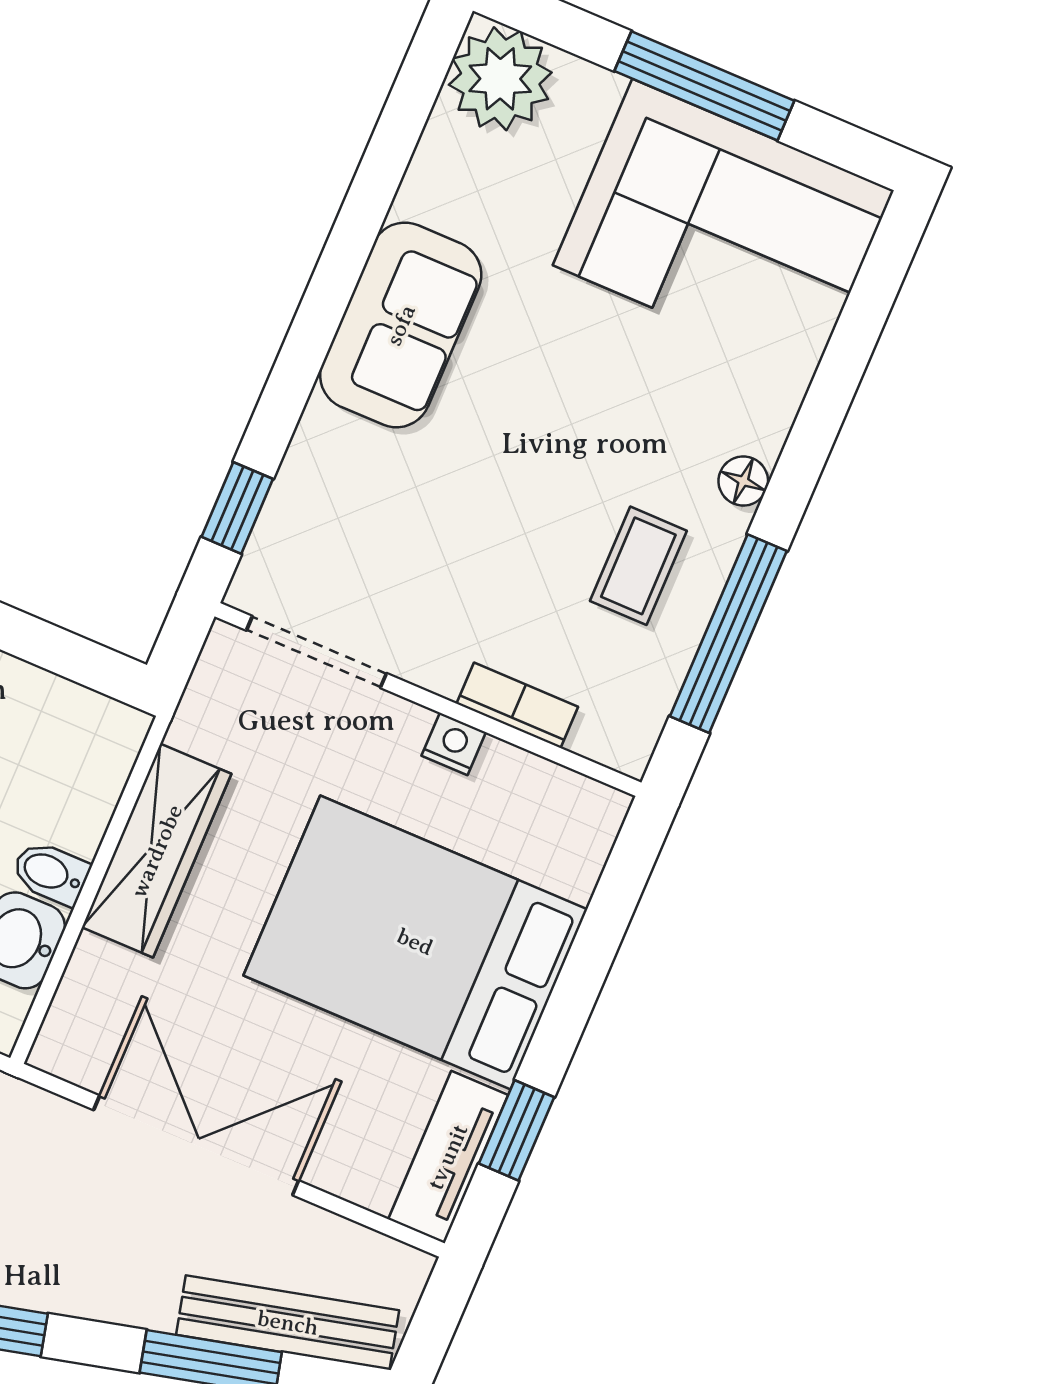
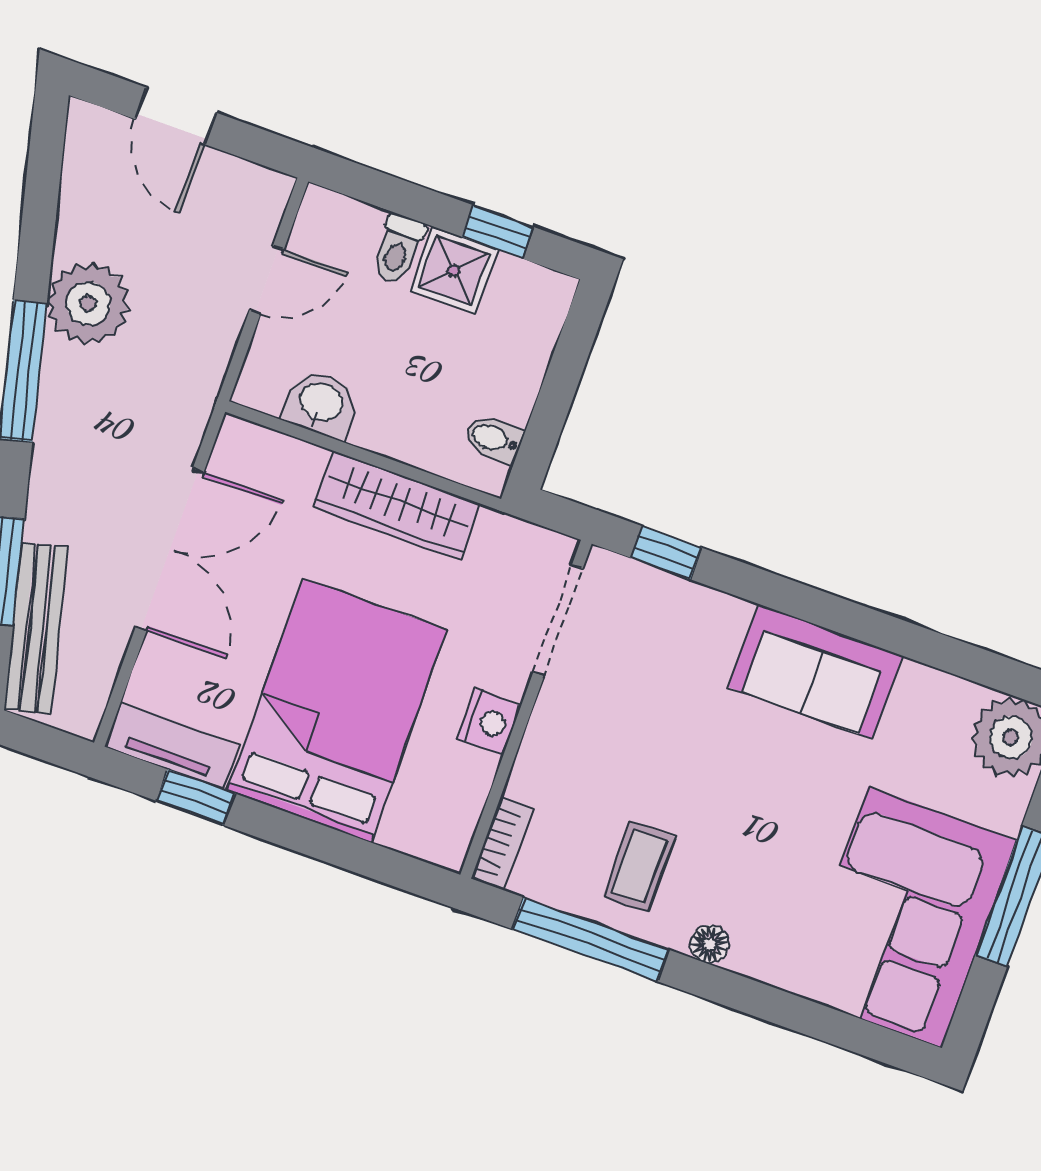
coffee table: (638, 566) -> (639, 867), turned 90
bookcase: (517, 705) -> (502, 843), moved
nightstand: (454, 744) -> (489, 722), width x1.39, depth x1.35
bidet: (51, 873) -> (493, 438), moved, turned -90

